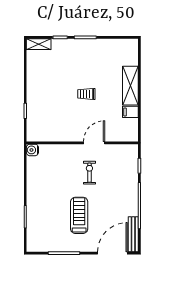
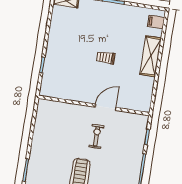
filing cabinet: (130, 112) -> (156, 22), moved
water cooler: (32, 150) -> (43, 105), removed

